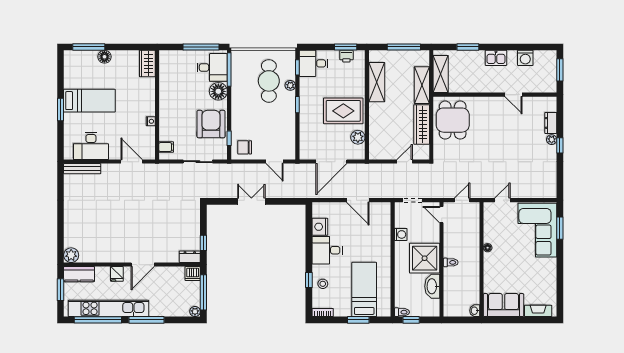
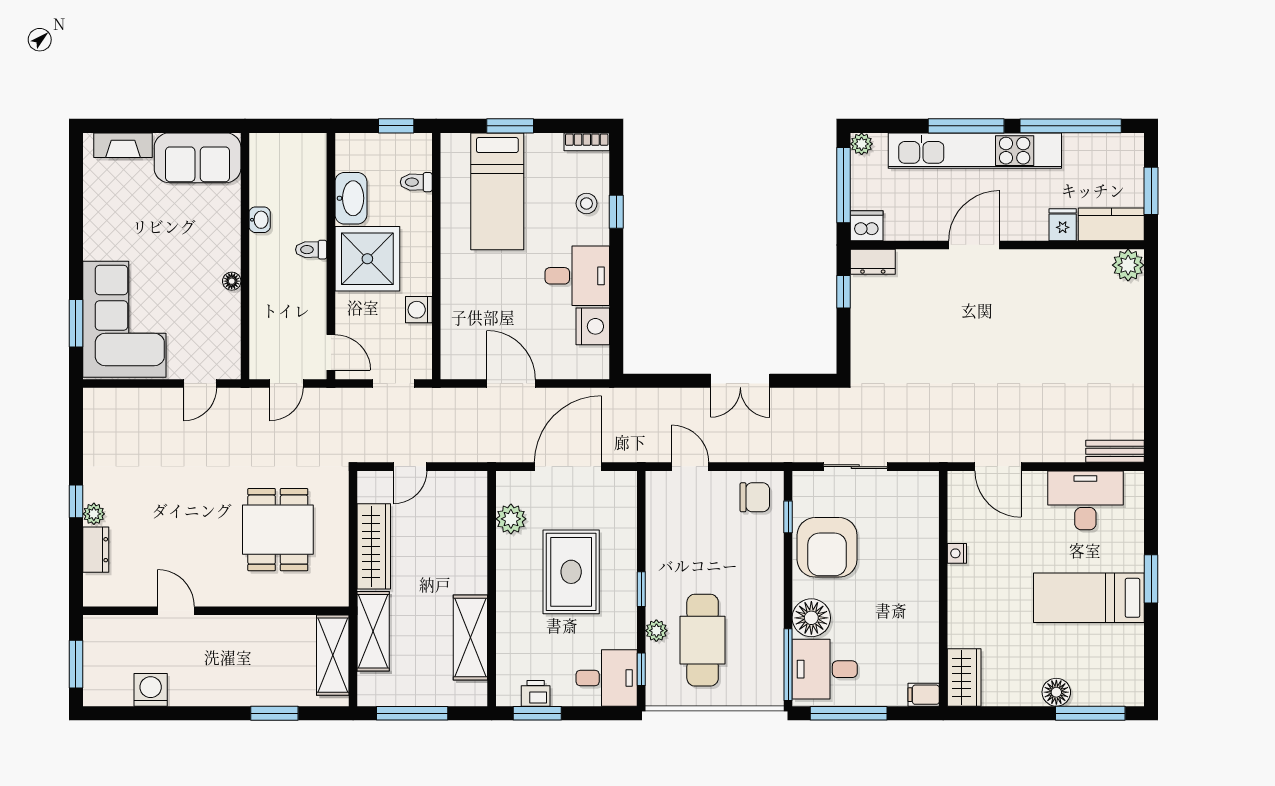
kitchen sink: (496, 58) -> (214, 690), removed
rug: (343, 111) -> (571, 572), moved, turned 90
dining table: (453, 120) -> (278, 530), moved
filing cabinet: (166, 147) -> (924, 695), moved
bench: (82, 169) -> (1115, 451), width x0.73
fridge: (117, 274) -> (1063, 225), moved
kitchen unit: (108, 308) -> (975, 151), moved
washbasin: (475, 311) -> (260, 220), moved
toilet: (402, 312) -> (416, 182), moved

